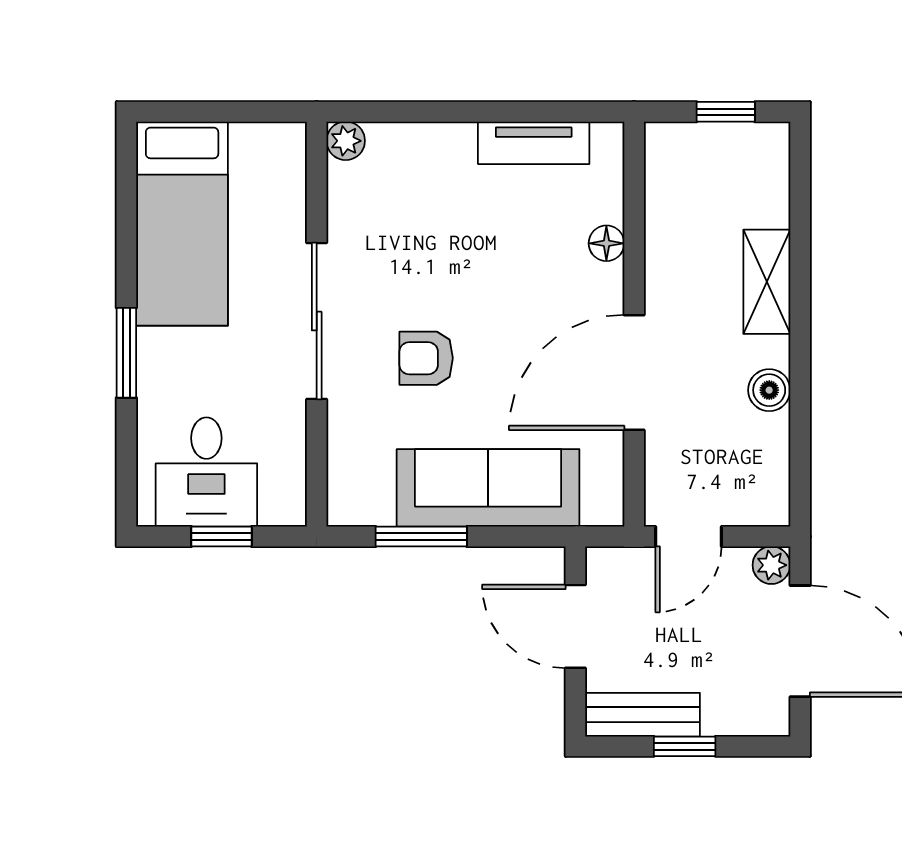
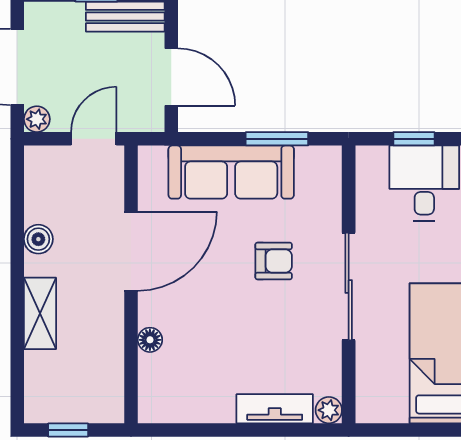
tv unit: (534, 143) -> (275, 409), moved

